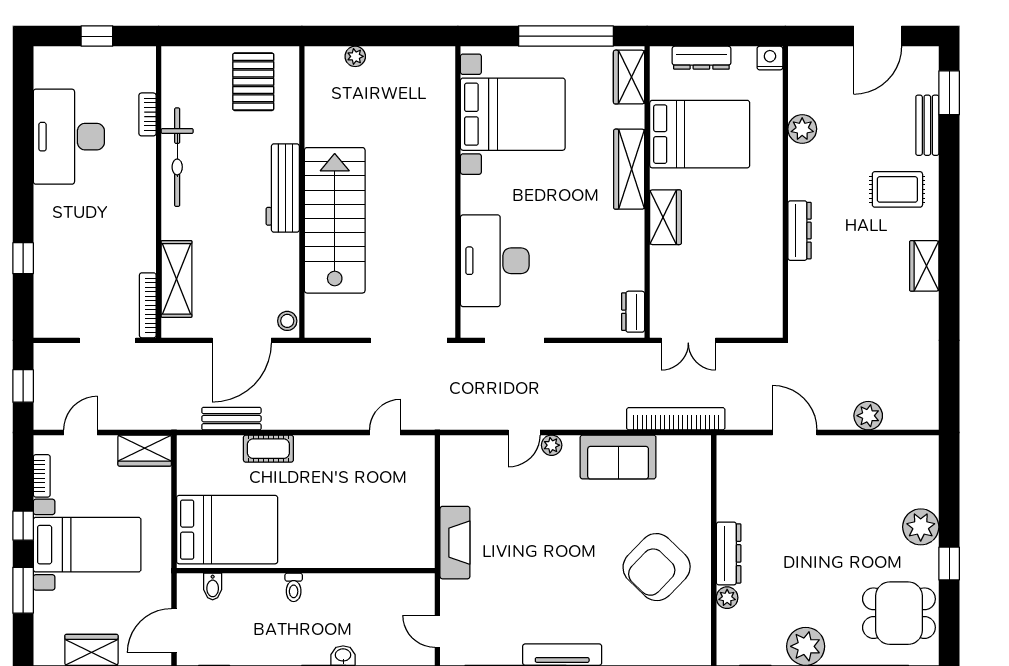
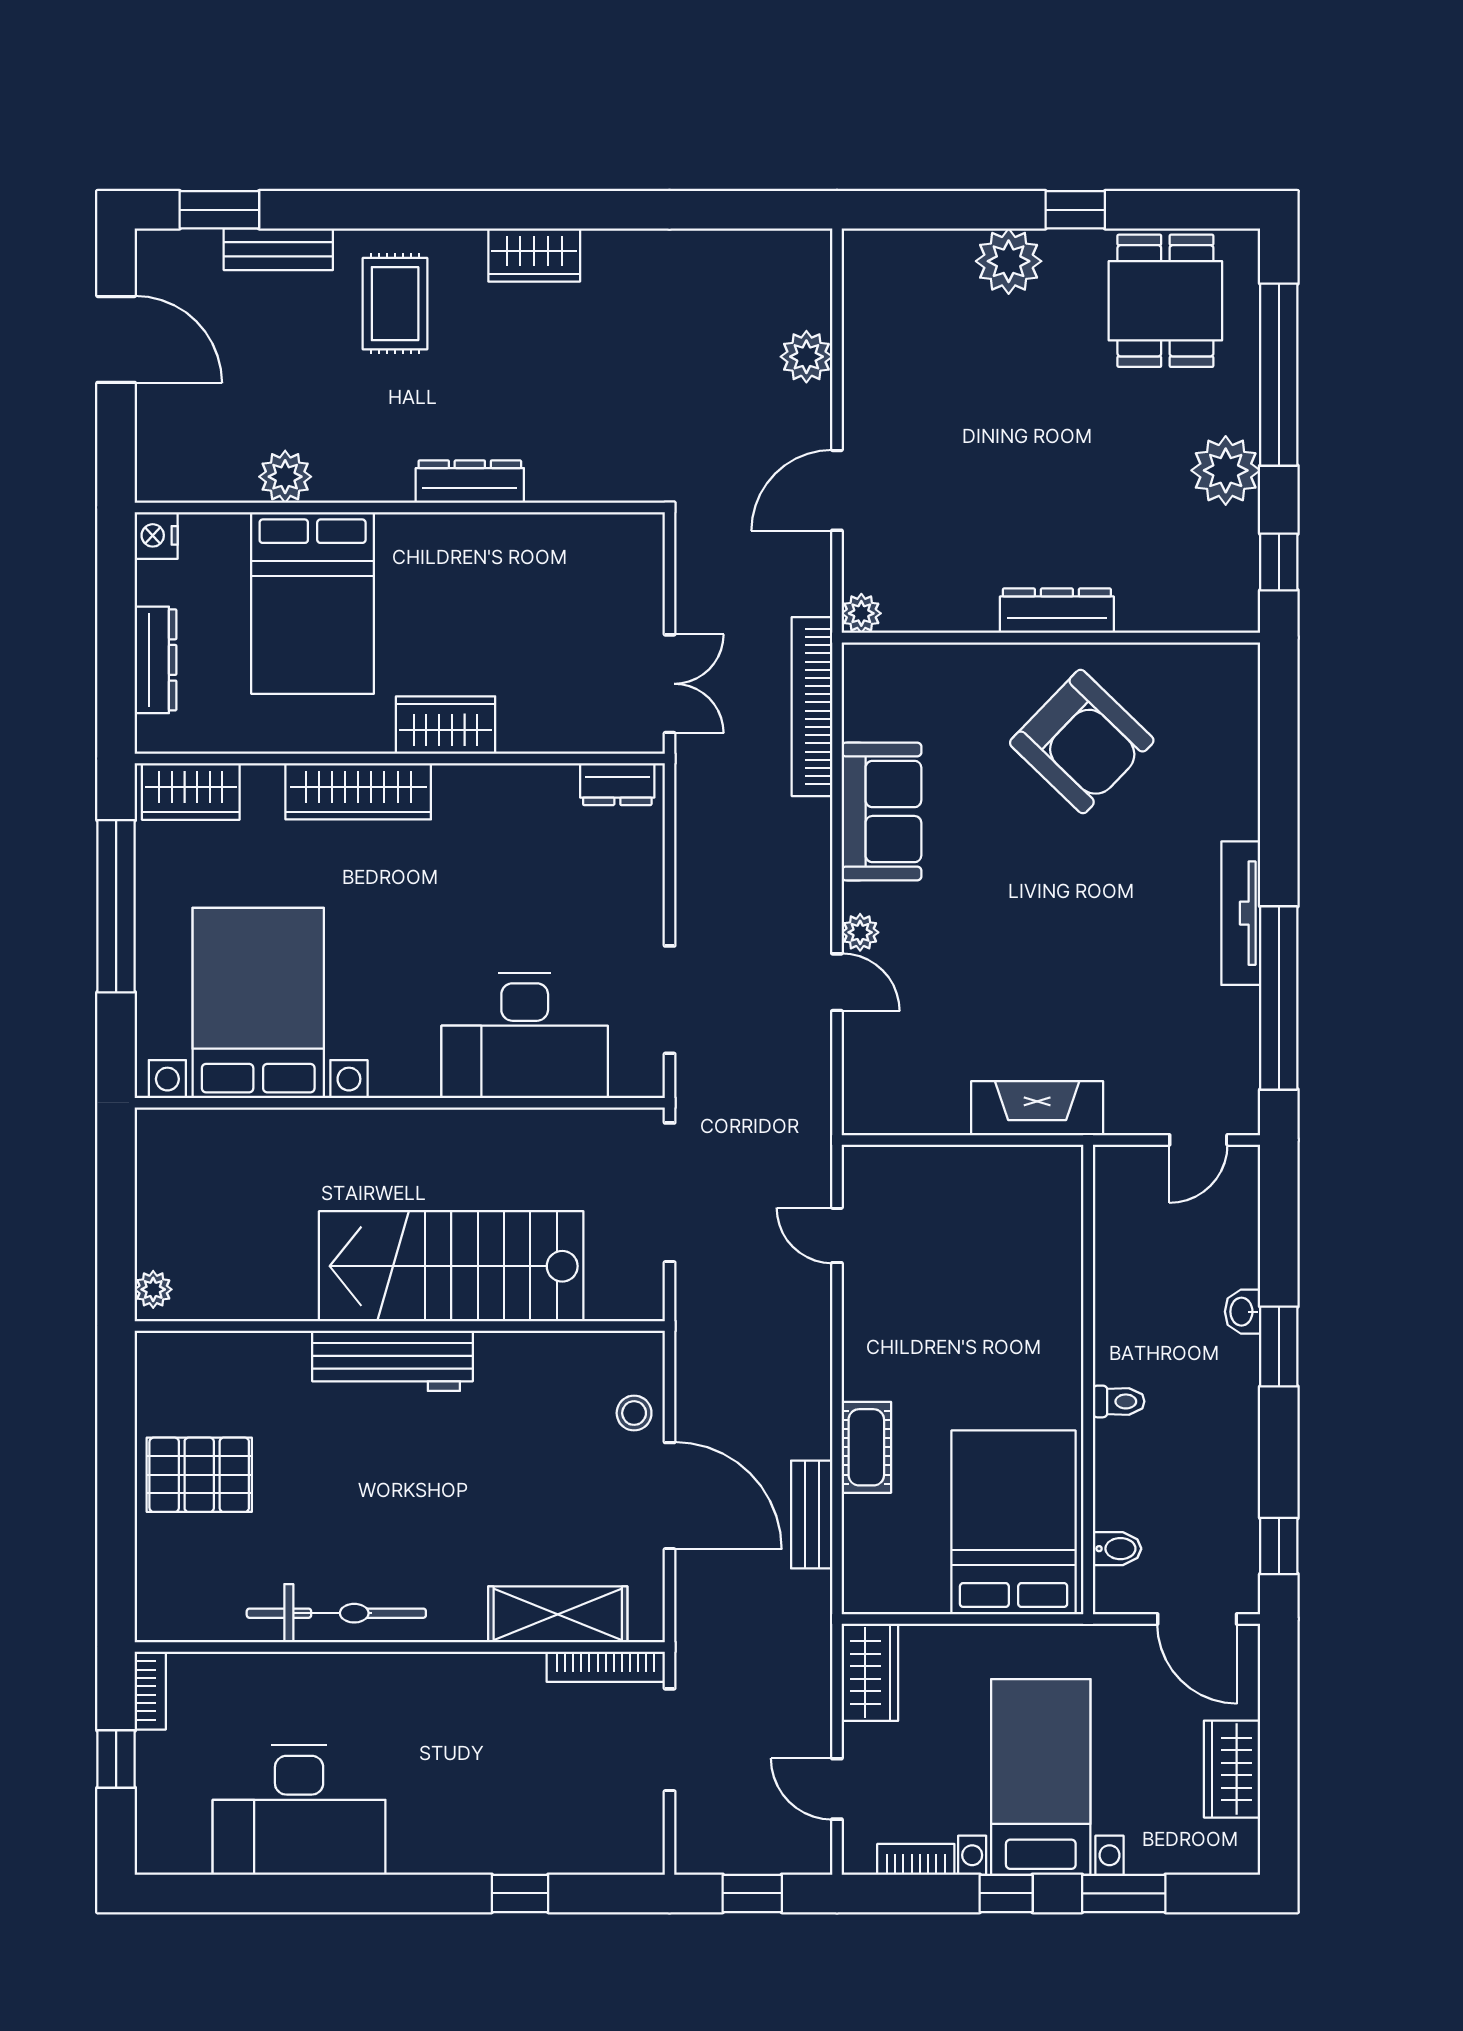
bookcase: (147, 114) -> (150, 1691), moved, turned -90
bed: (700, 134) -> (313, 603), moved, turned 180
workbench: (283, 188) -> (392, 1361), moved
wall: (302, 192) -> (400, 1326), moved
stairs: (335, 220) -> (451, 1266), moved
plant: (727, 598) -> (861, 613), moved

